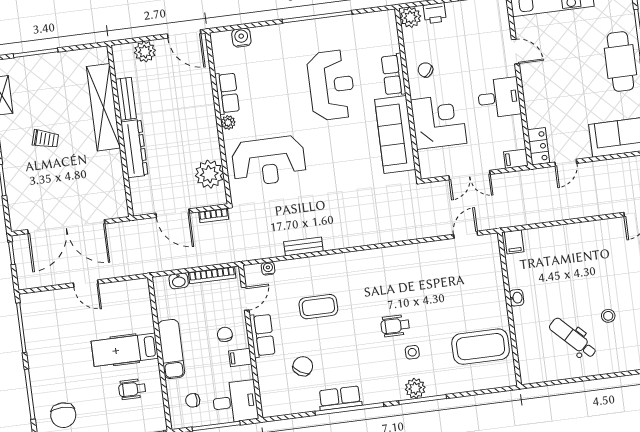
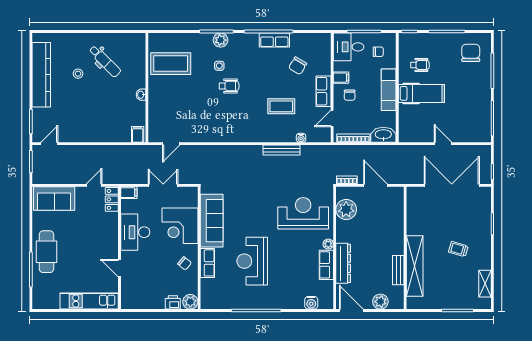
desk: (499, 98) -> (135, 232), width x1.37
dresser: (134, 149) -> (343, 263), moved, turned 180
bench: (303, 246) -> (282, 150), width x1.36
water cooler: (268, 268) -> (301, 138), moved
washbasin: (179, 281) -> (383, 135), width x1.91, depth x1.45

